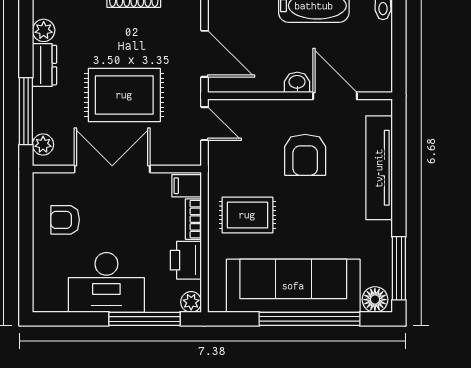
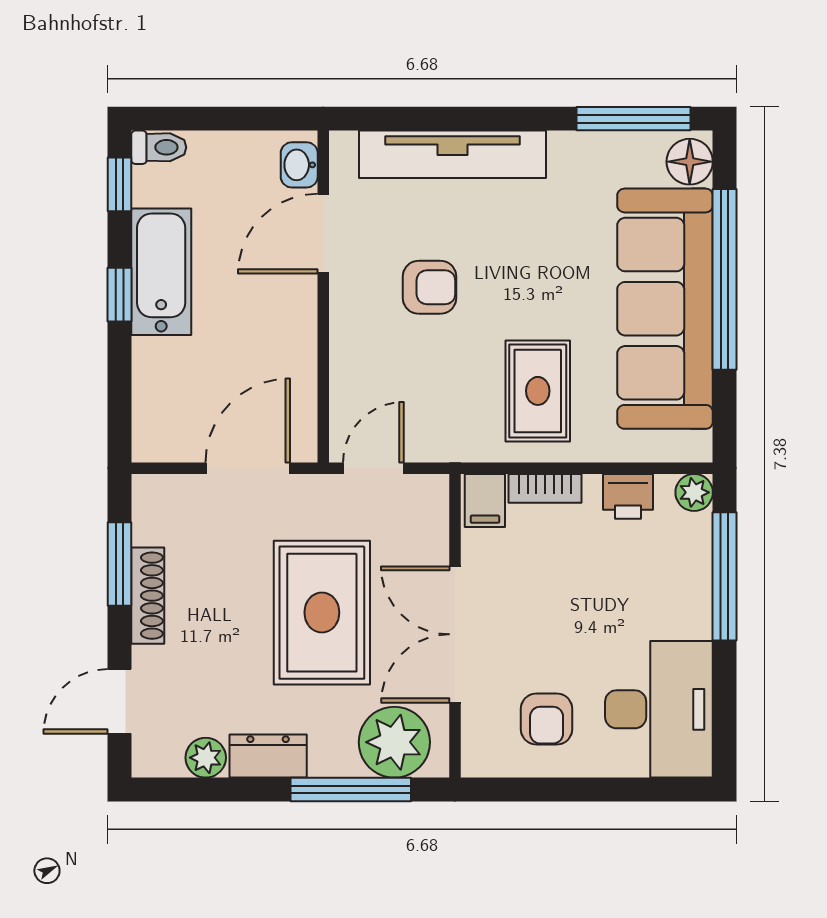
washbasin: (297, 82) -> (299, 165), moved
plant: (43, 145) -> (394, 742), width x1.87, depth x1.87
armchair: (305, 155) -> (430, 287), width x0.72, depth x0.72
printer: (186, 260) -> (628, 496), width x0.73, depth x0.81
desk: (106, 282) -> (659, 709), moved

